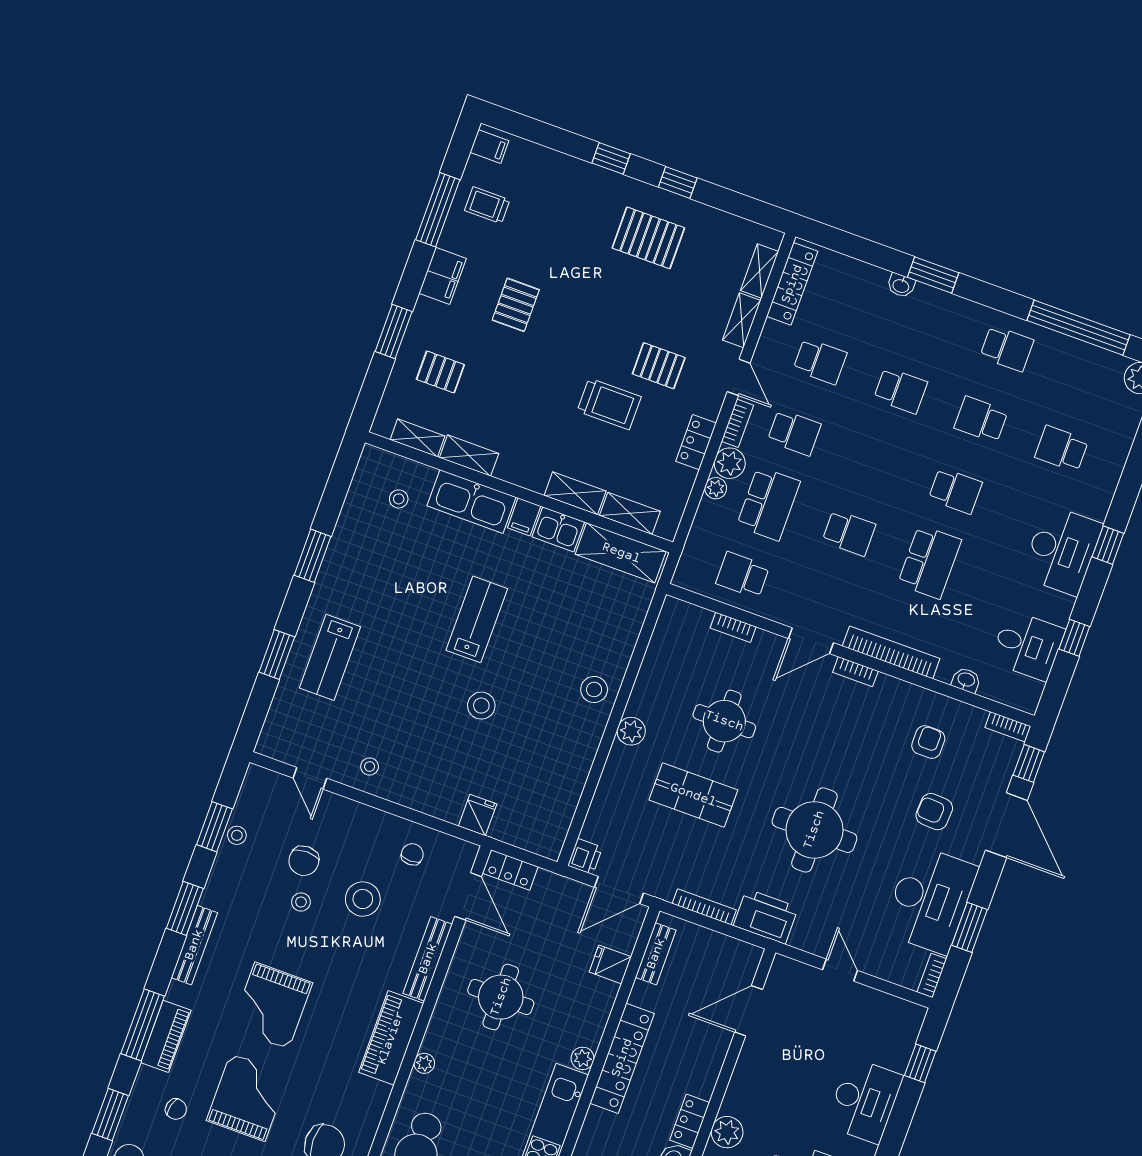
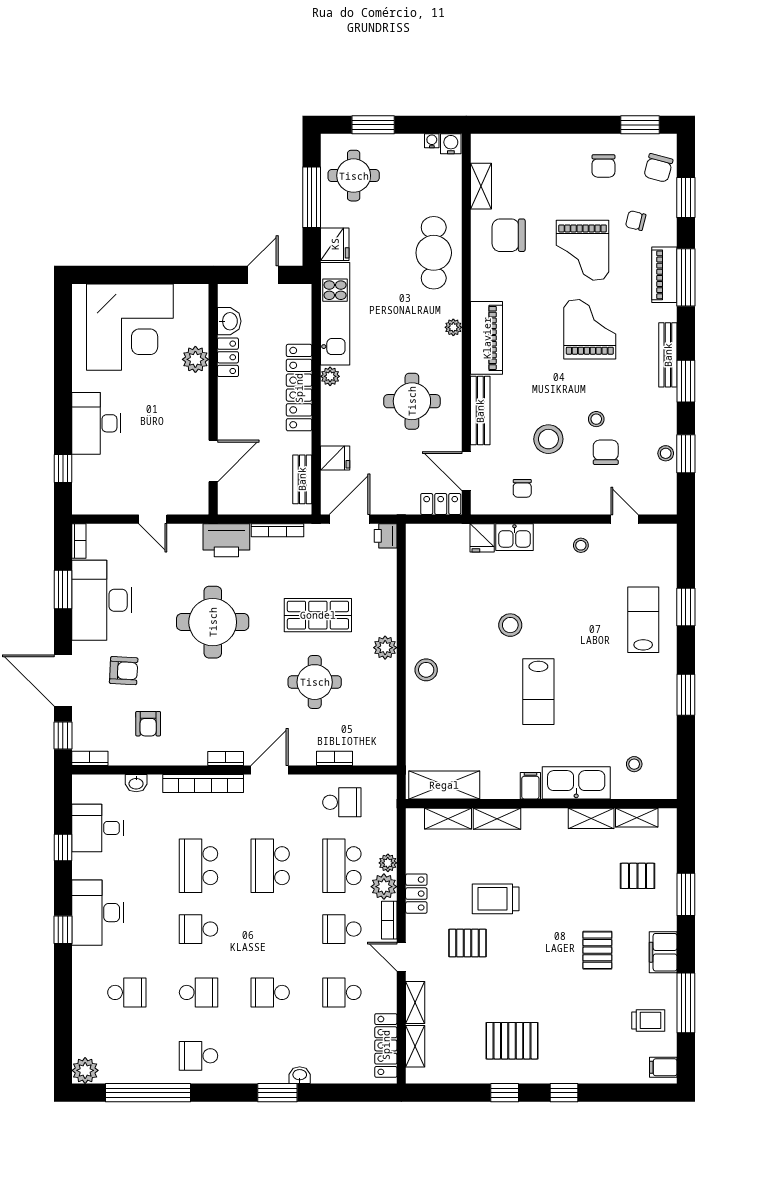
kitchen sink: (558, 529) -> (514, 537), moved, turned 180
school desk: (849, 533) -> (270, 866), width x1.85

